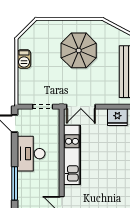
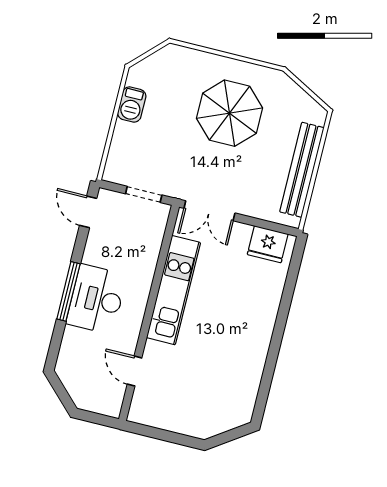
desk: (31, 154) -> (96, 299), moved
window: (15, 183) -> (68, 291), moved

